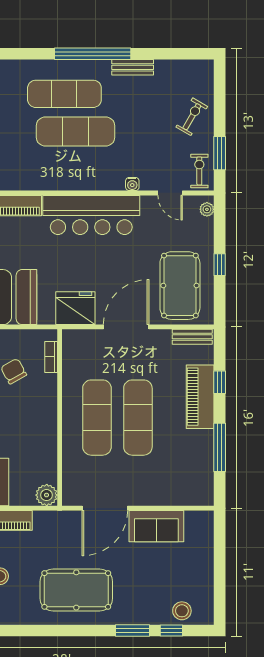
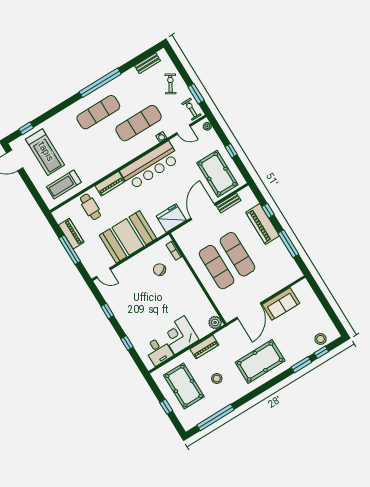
bench: (133, 67) -> (148, 63), moved
exercise mat: (76, 131) -> (139, 123), moved
bench: (192, 337) -> (229, 203), moved

